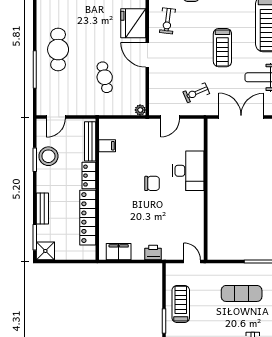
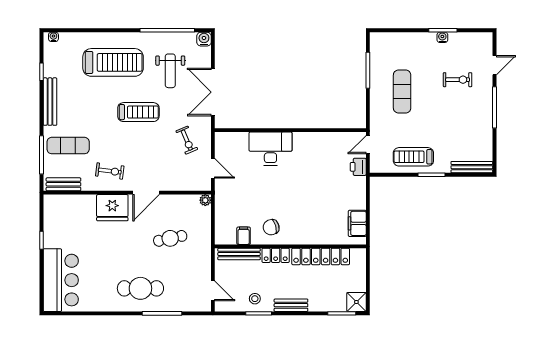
stool: (48, 156) -> (255, 299), width x0.53, depth x0.53
chair: (152, 183) -> (271, 227), moved, turned -106
bench: (42, 209) -> (291, 305), moved
printer: (153, 253) -> (358, 167), moved

